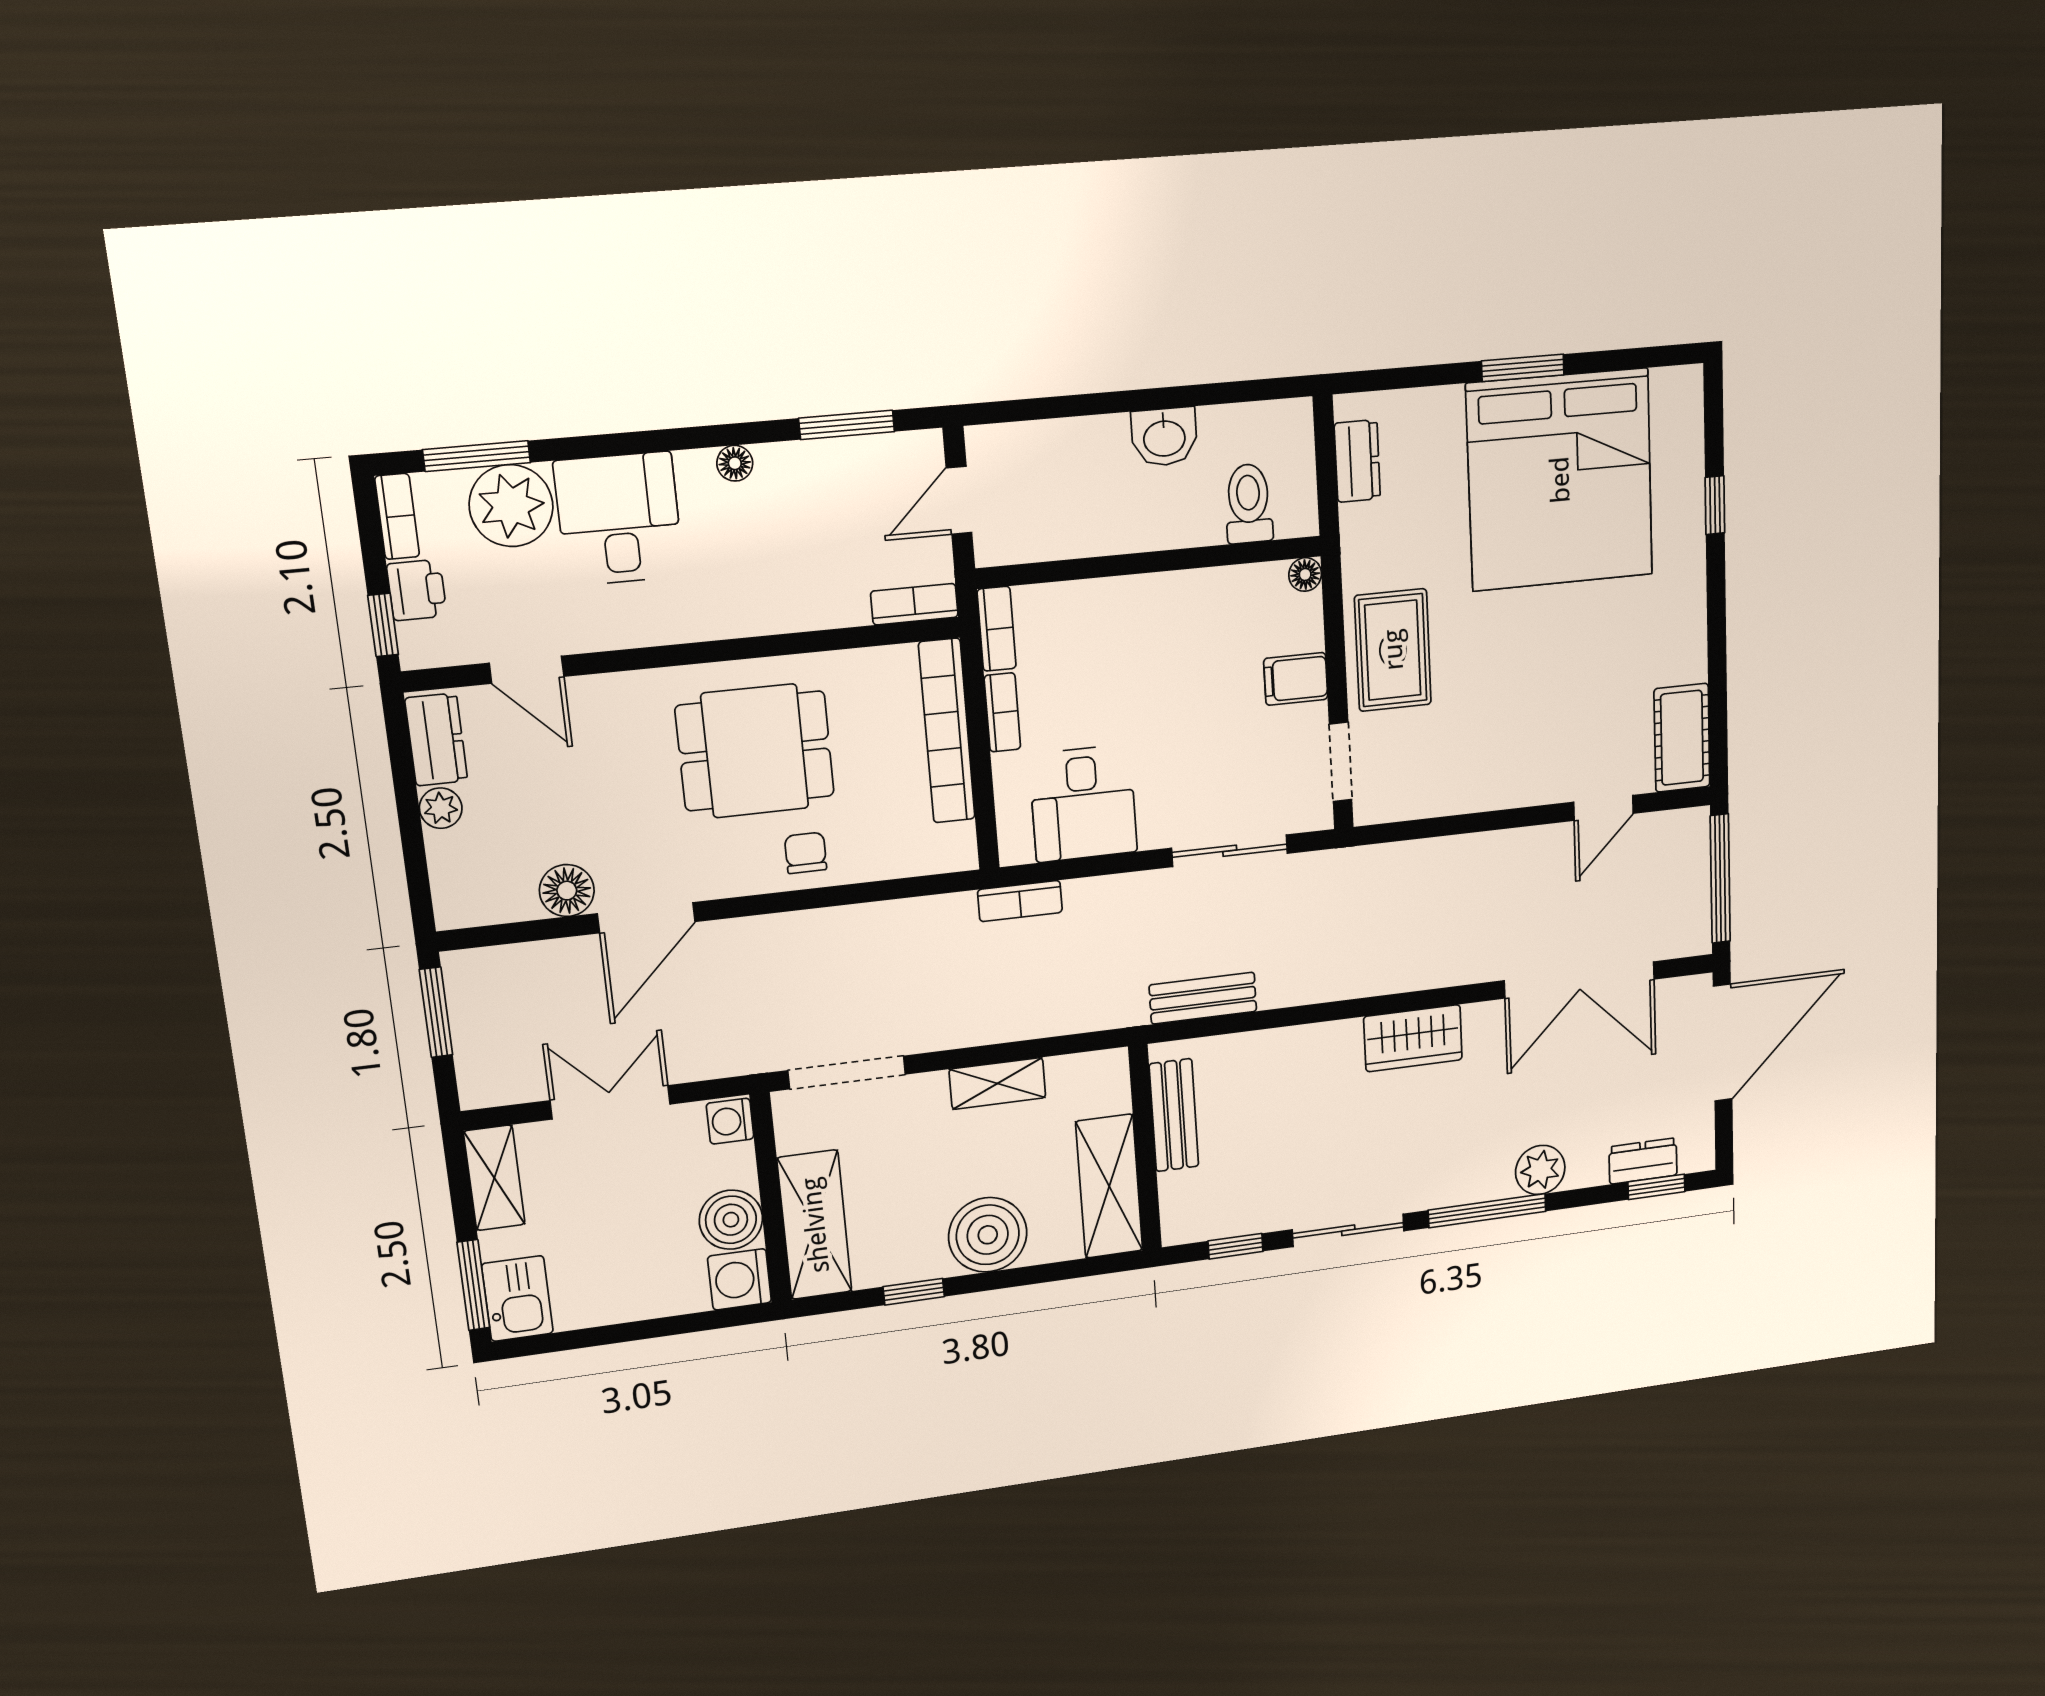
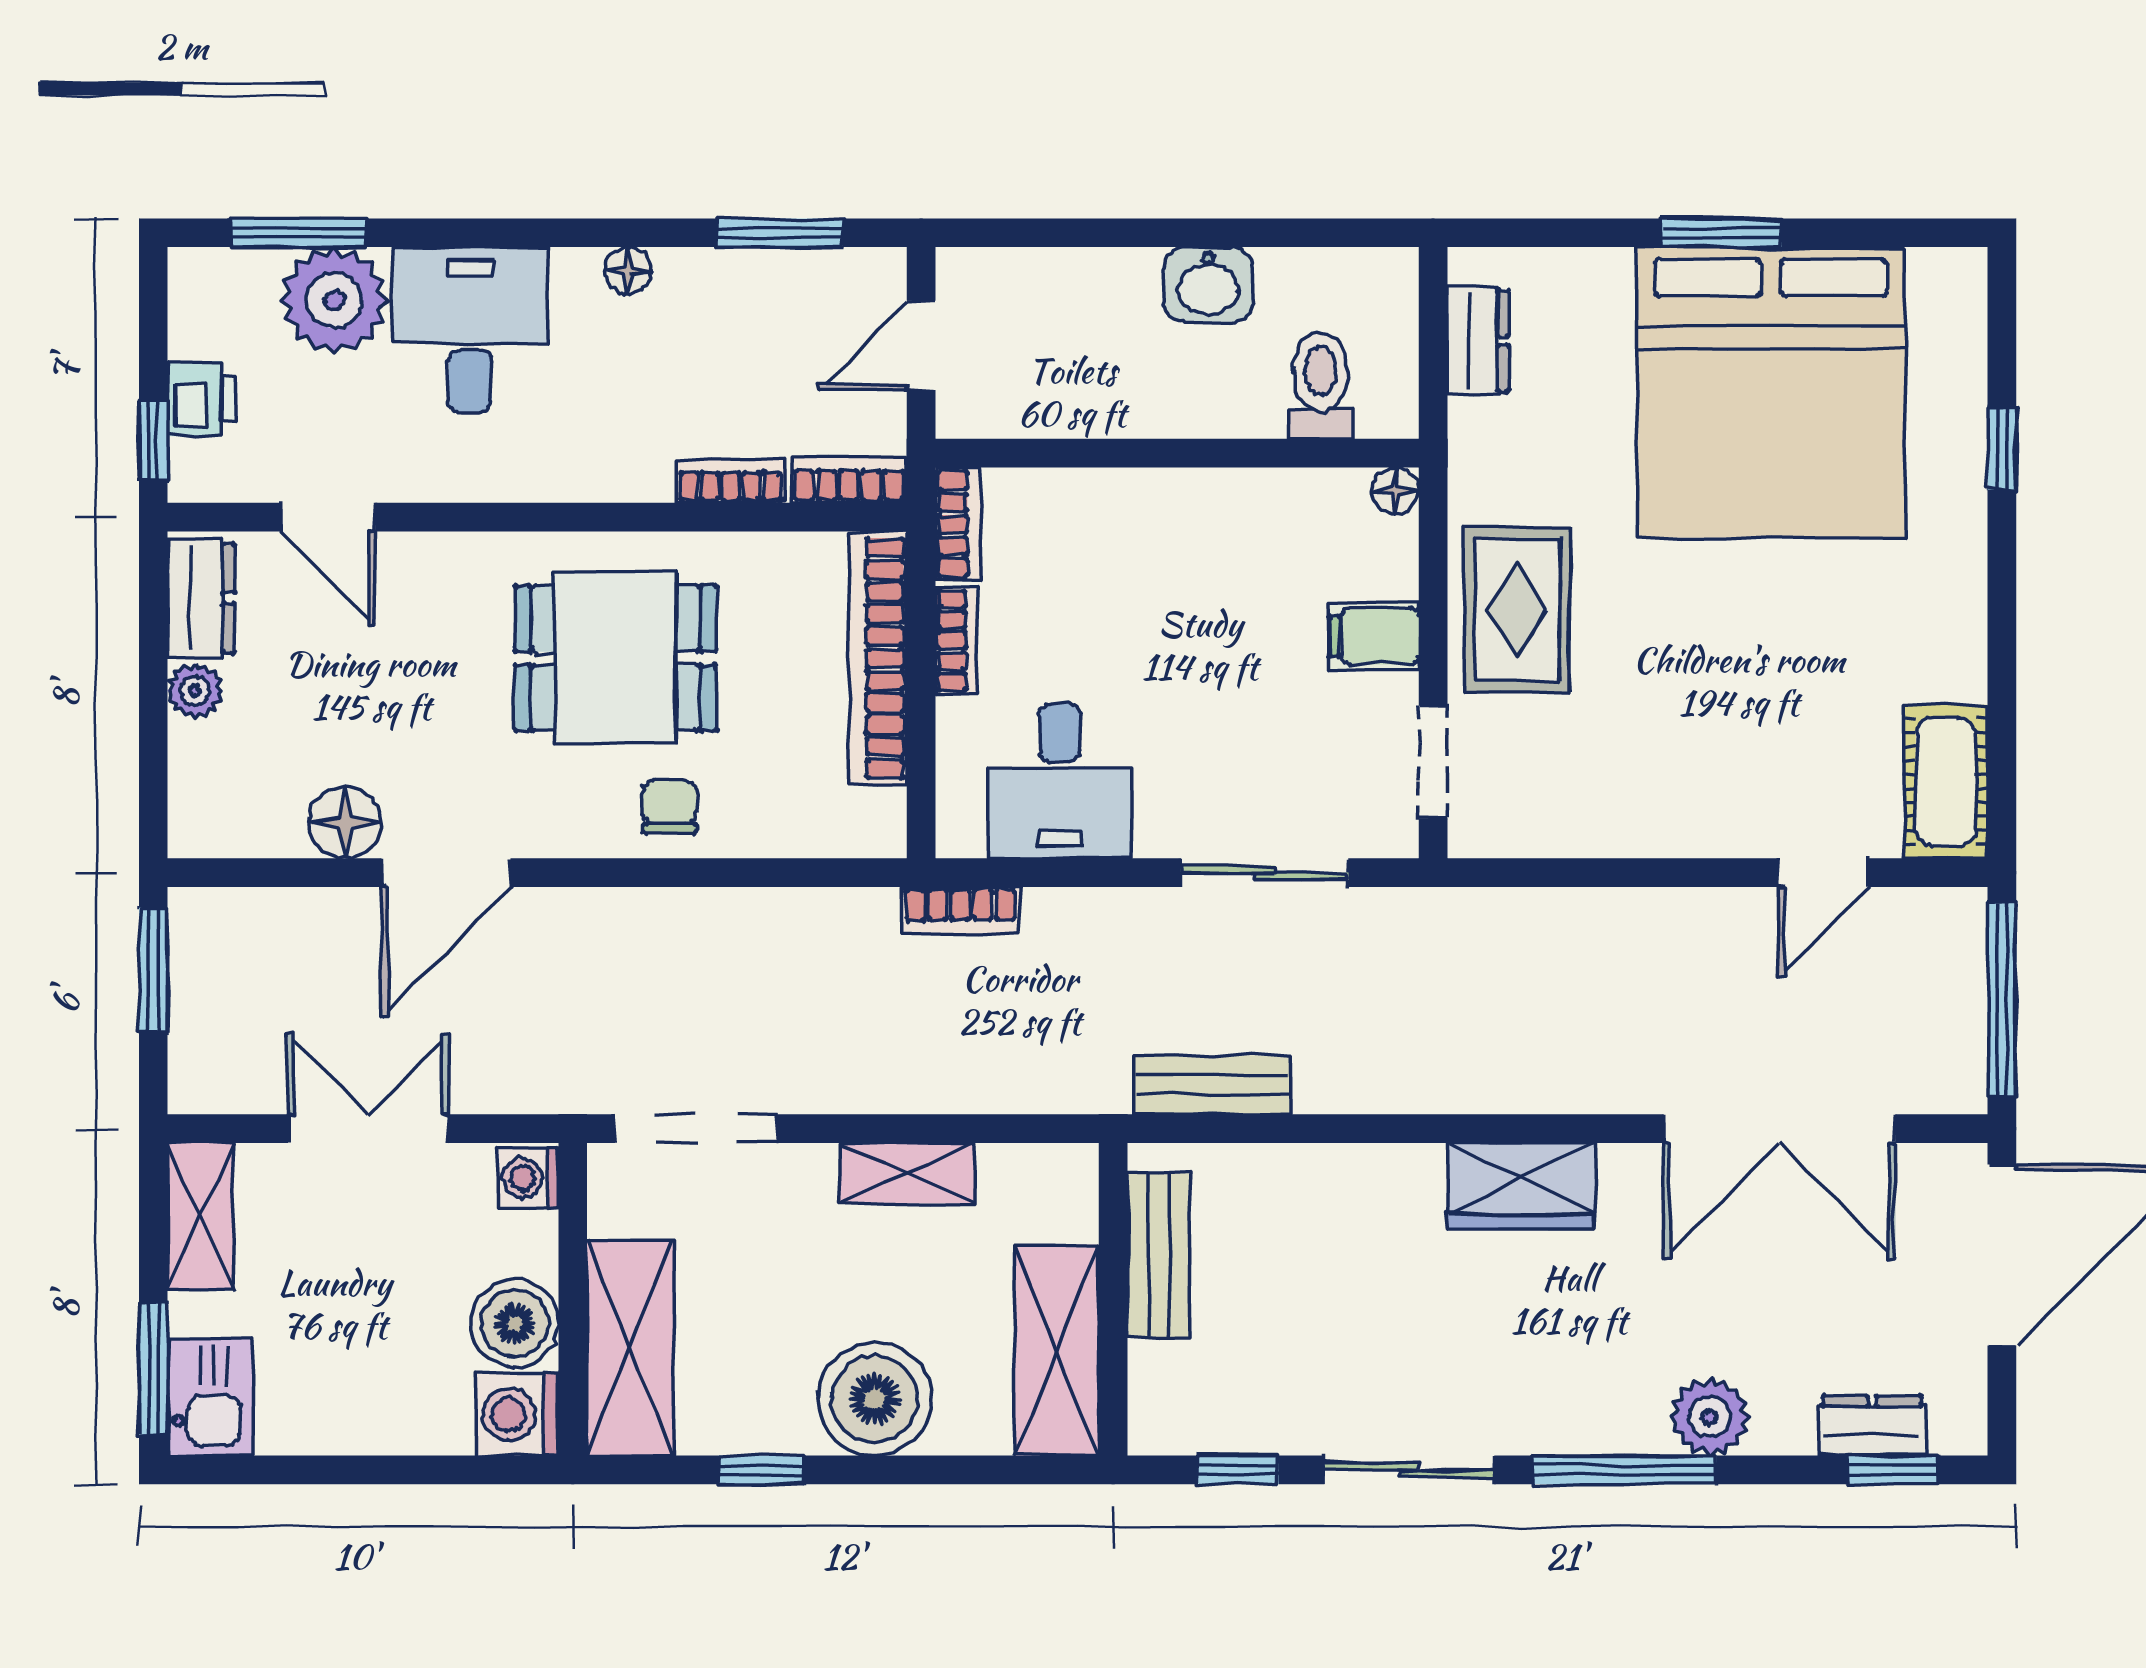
bookcase: (397, 516) -> (731, 481), moved, turned -90

